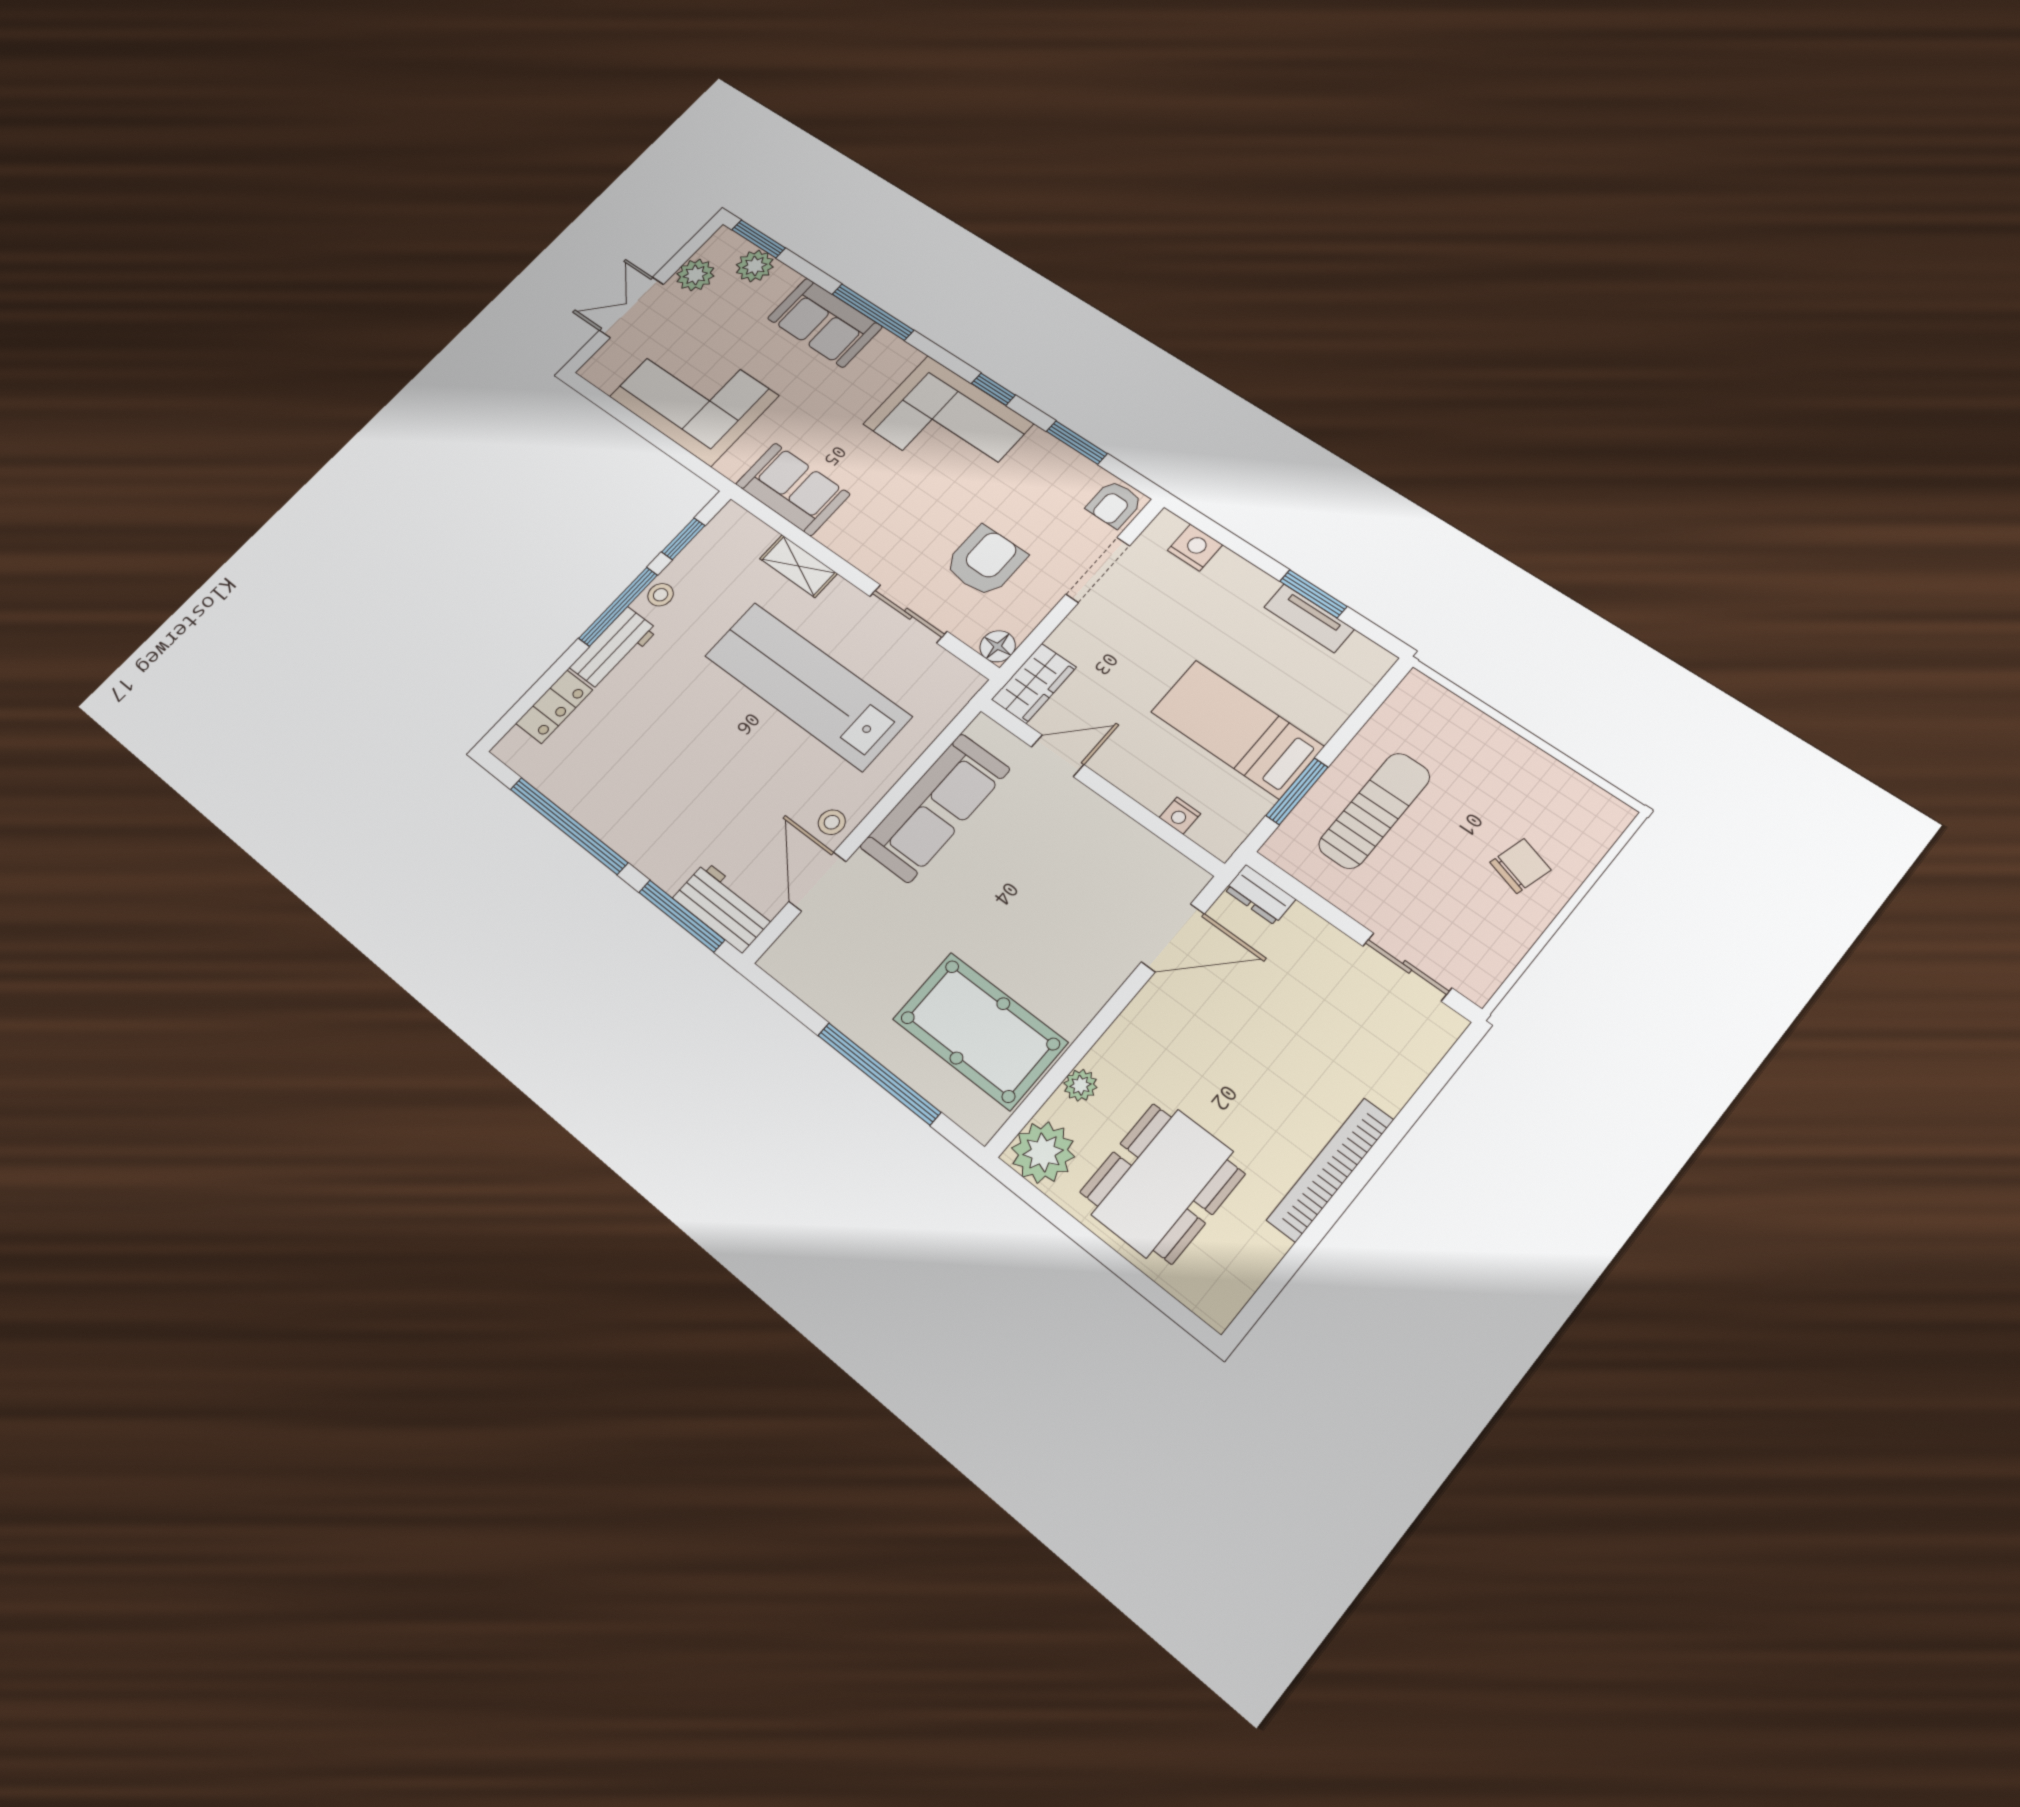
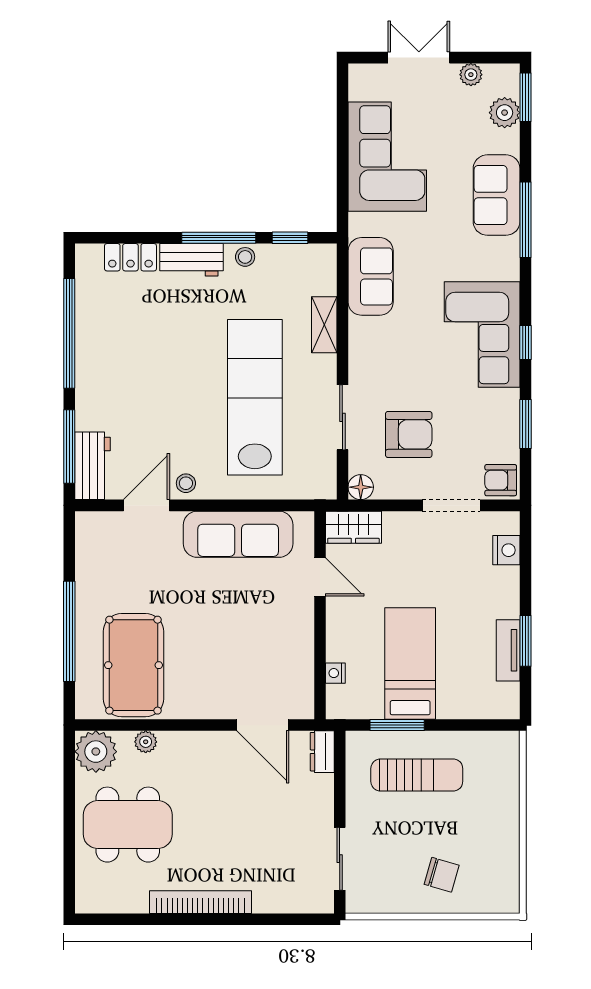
plant: (695, 275) -> (471, 75), width x0.73, depth x0.73

